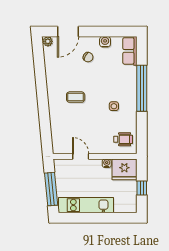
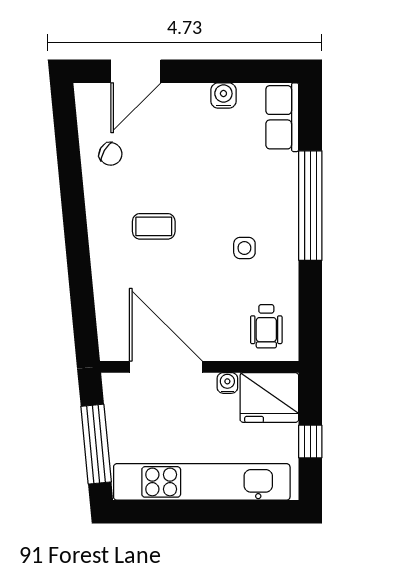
plant: (48, 41) -> (88, 95), removed
chair: (88, 57) -> (111, 154), moved
wheelchair: (123, 139) -> (266, 326), turned 90
door: (81, 156) -> (166, 367), width x1.88
kitchen unit: (86, 205) -> (202, 482), width x1.36

